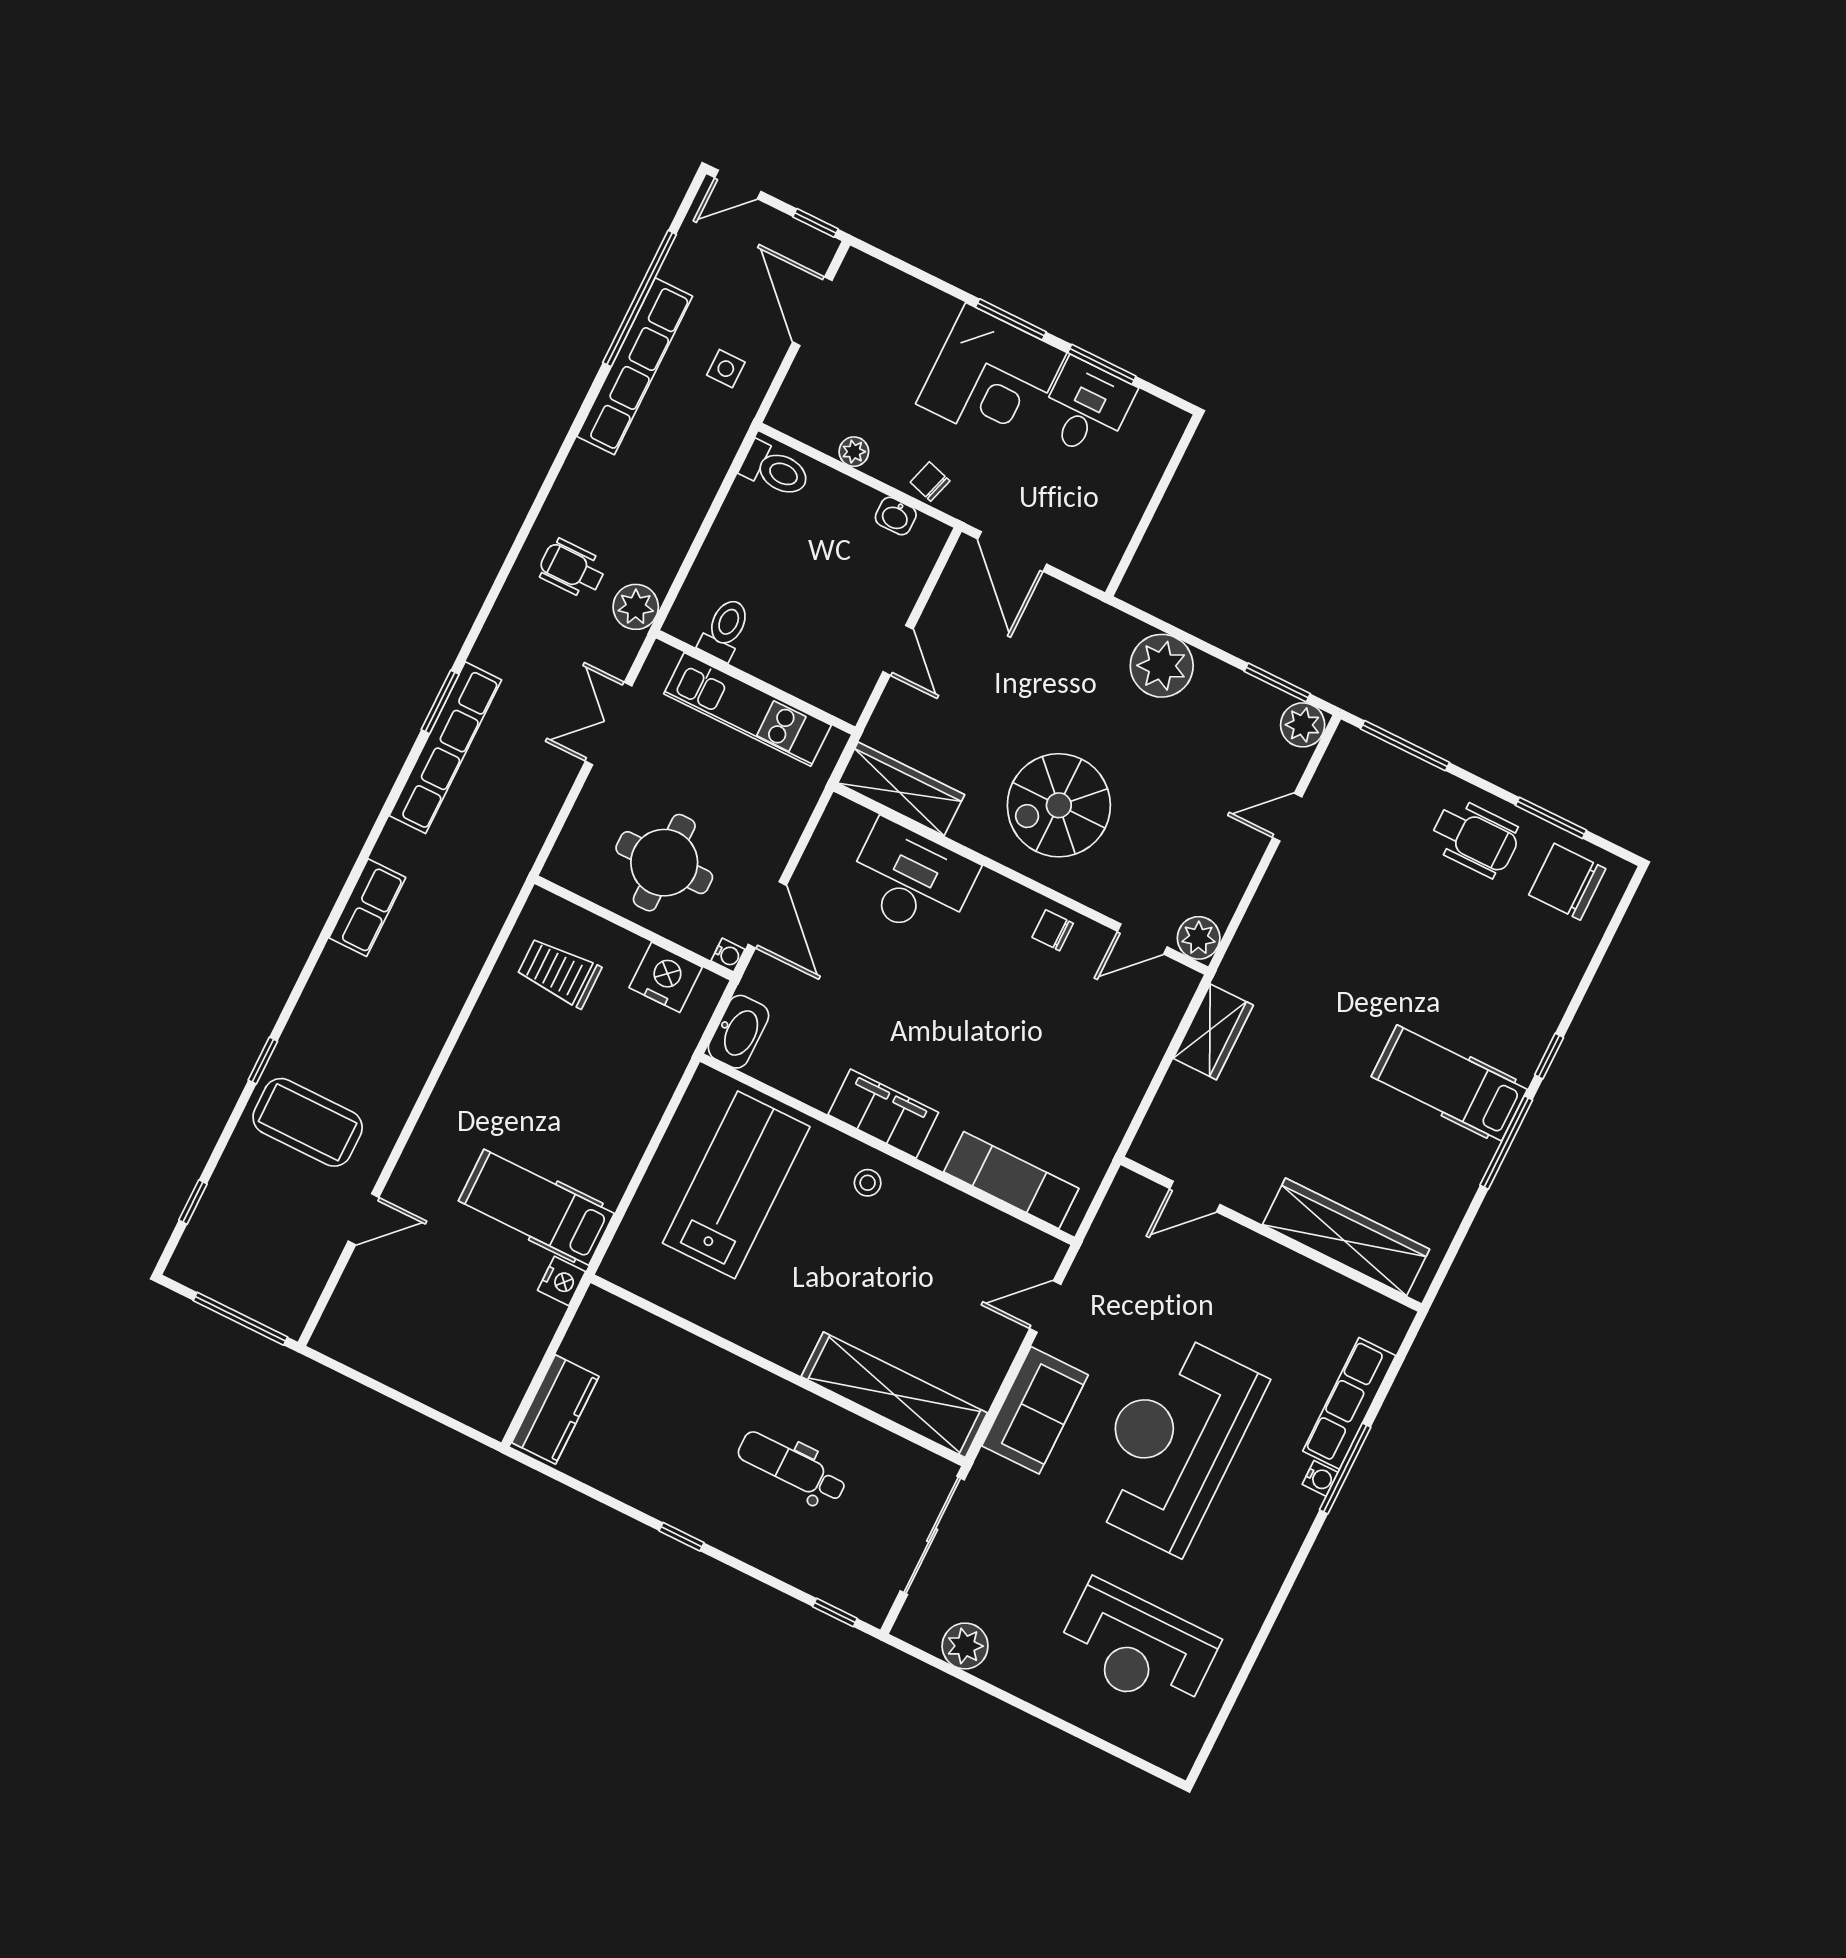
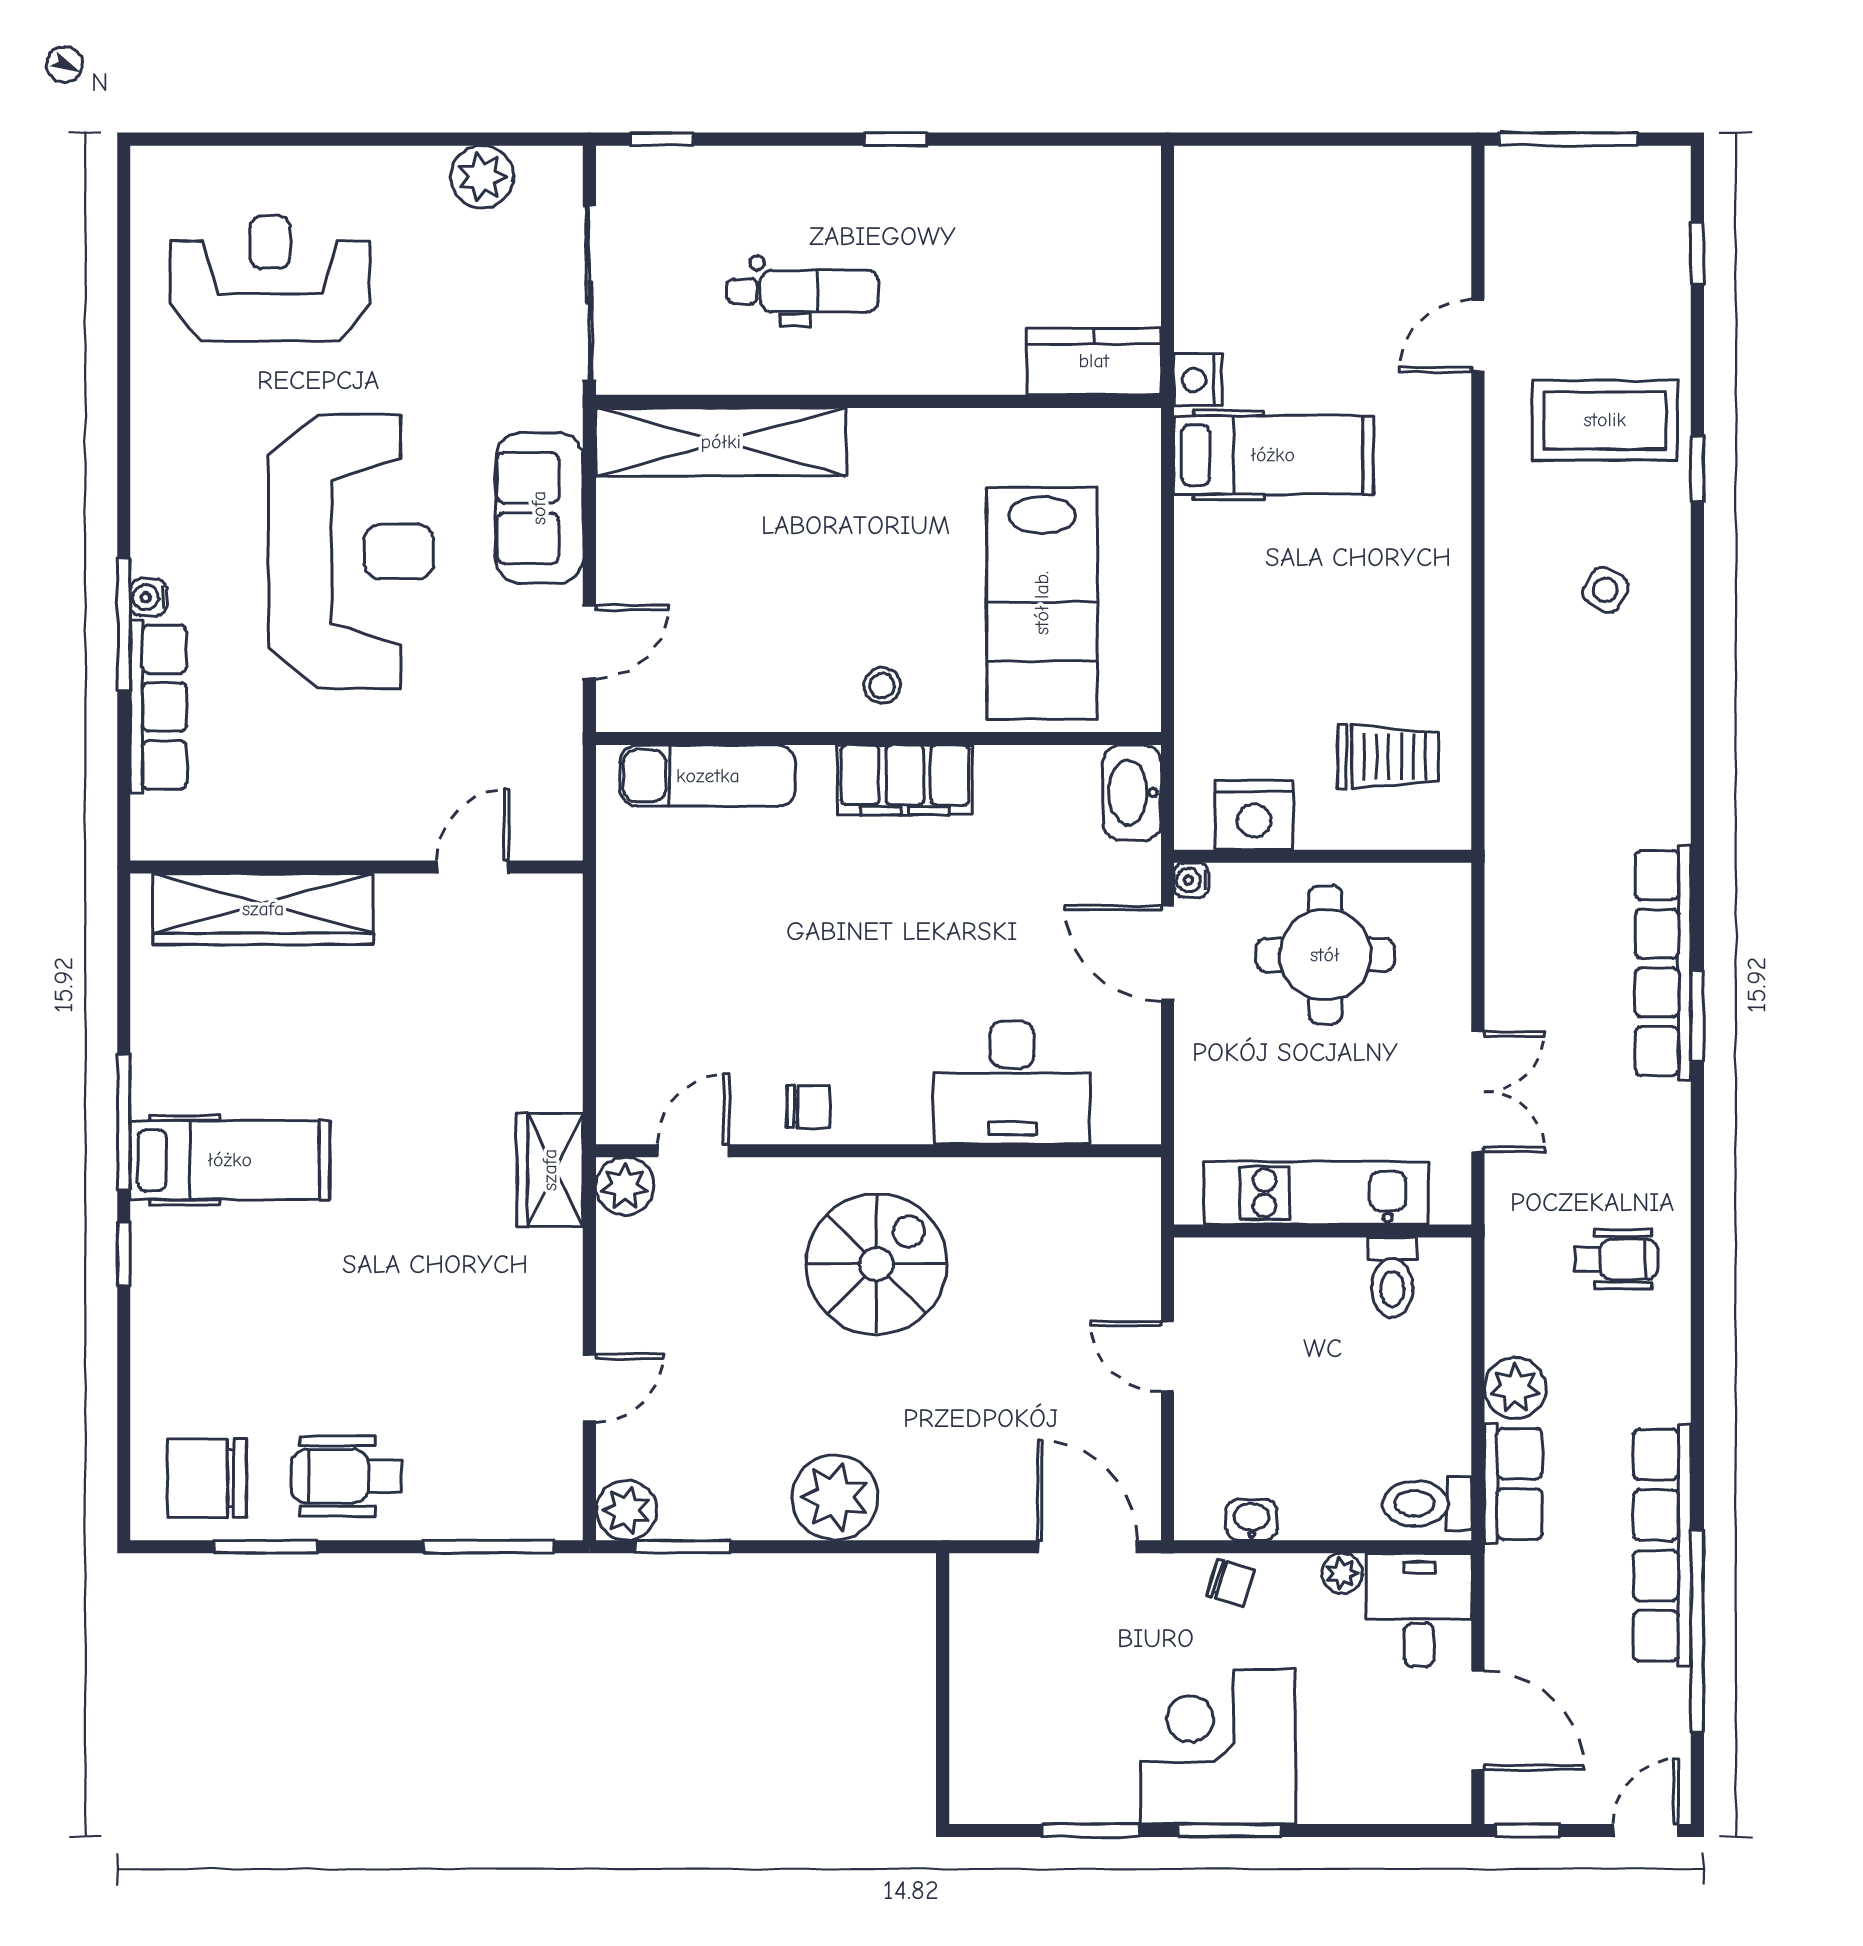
side table: (726, 369) -> (1605, 590), moved, turned 31
desk: (1086, 408) -> (1419, 1610), moved, turned 180
plant: (636, 607) -> (1515, 1388), moved
wardrobe: (901, 789) -> (1080, 1189), removed
chair: (1567, 882) -> (207, 1478), turned 180
row of seats: (367, 908) -> (1513, 1484), moved, turned 180
wardrobe: (1213, 1032) -> (550, 1170), moved
kitchen counter: (555, 1410) -> (1094, 361), moved, turned 90

